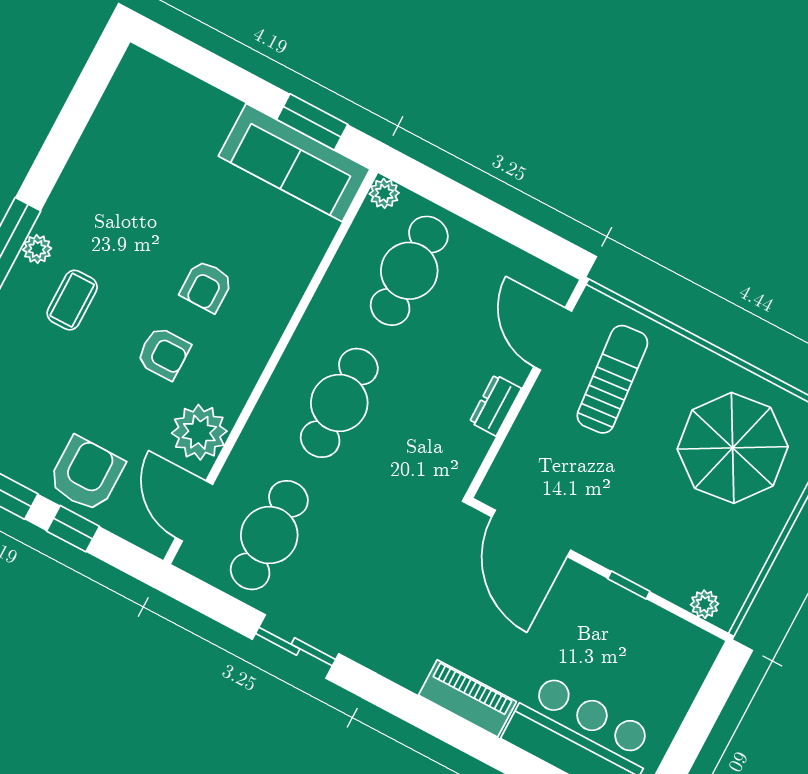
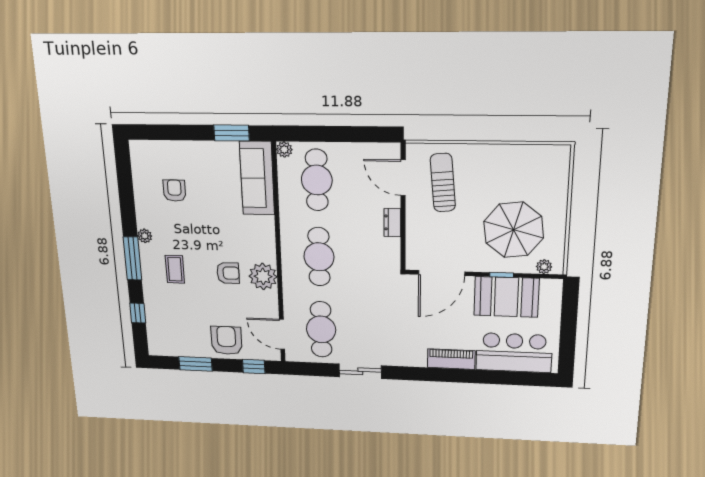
sofa: (294, 163) -> (257, 178), moved, turned 90
plant: (37, 249) -> (145, 236), moved
armchair: (206, 286) -> (174, 191), moved, turned 180
plant: (199, 432) -> (263, 276), moved
parasol: (733, 448) -> (514, 230), moved
window: (73, 529) -> (254, 367), moved
door: (531, 533) -> (442, 273), hinge flipped
booth: (617, 628) -> (506, 297), added

